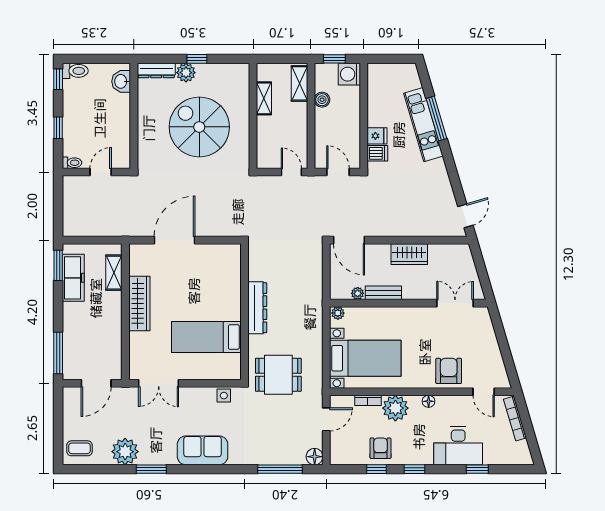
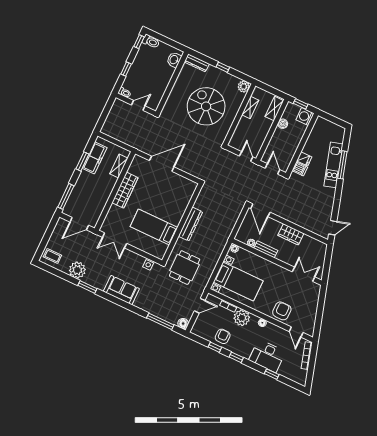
plant: (186, 73) -> (244, 87), moved
window: (58, 265) -> (82, 161), moved
dining table: (278, 375) -> (185, 268), turned 90

